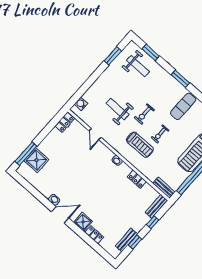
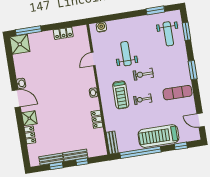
locker: (65, 122) -> (63, 33), moved
shower: (36, 160) -> (20, 44), moved
bench: (156, 206) -> (75, 155), moved

